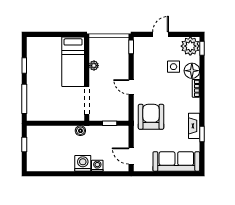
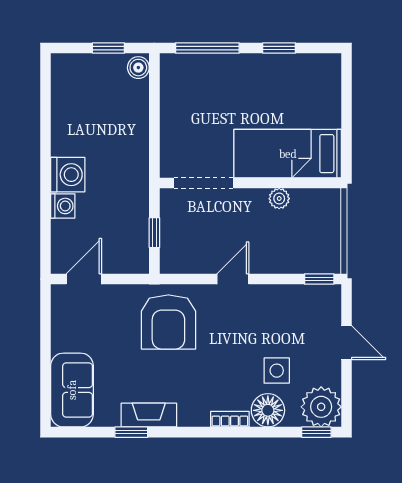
armchair: (151, 117) -> (168, 322), turned 90
boiler: (80, 131) -> (138, 68), moved
sofa: (176, 161) -> (72, 390), width x0.73

